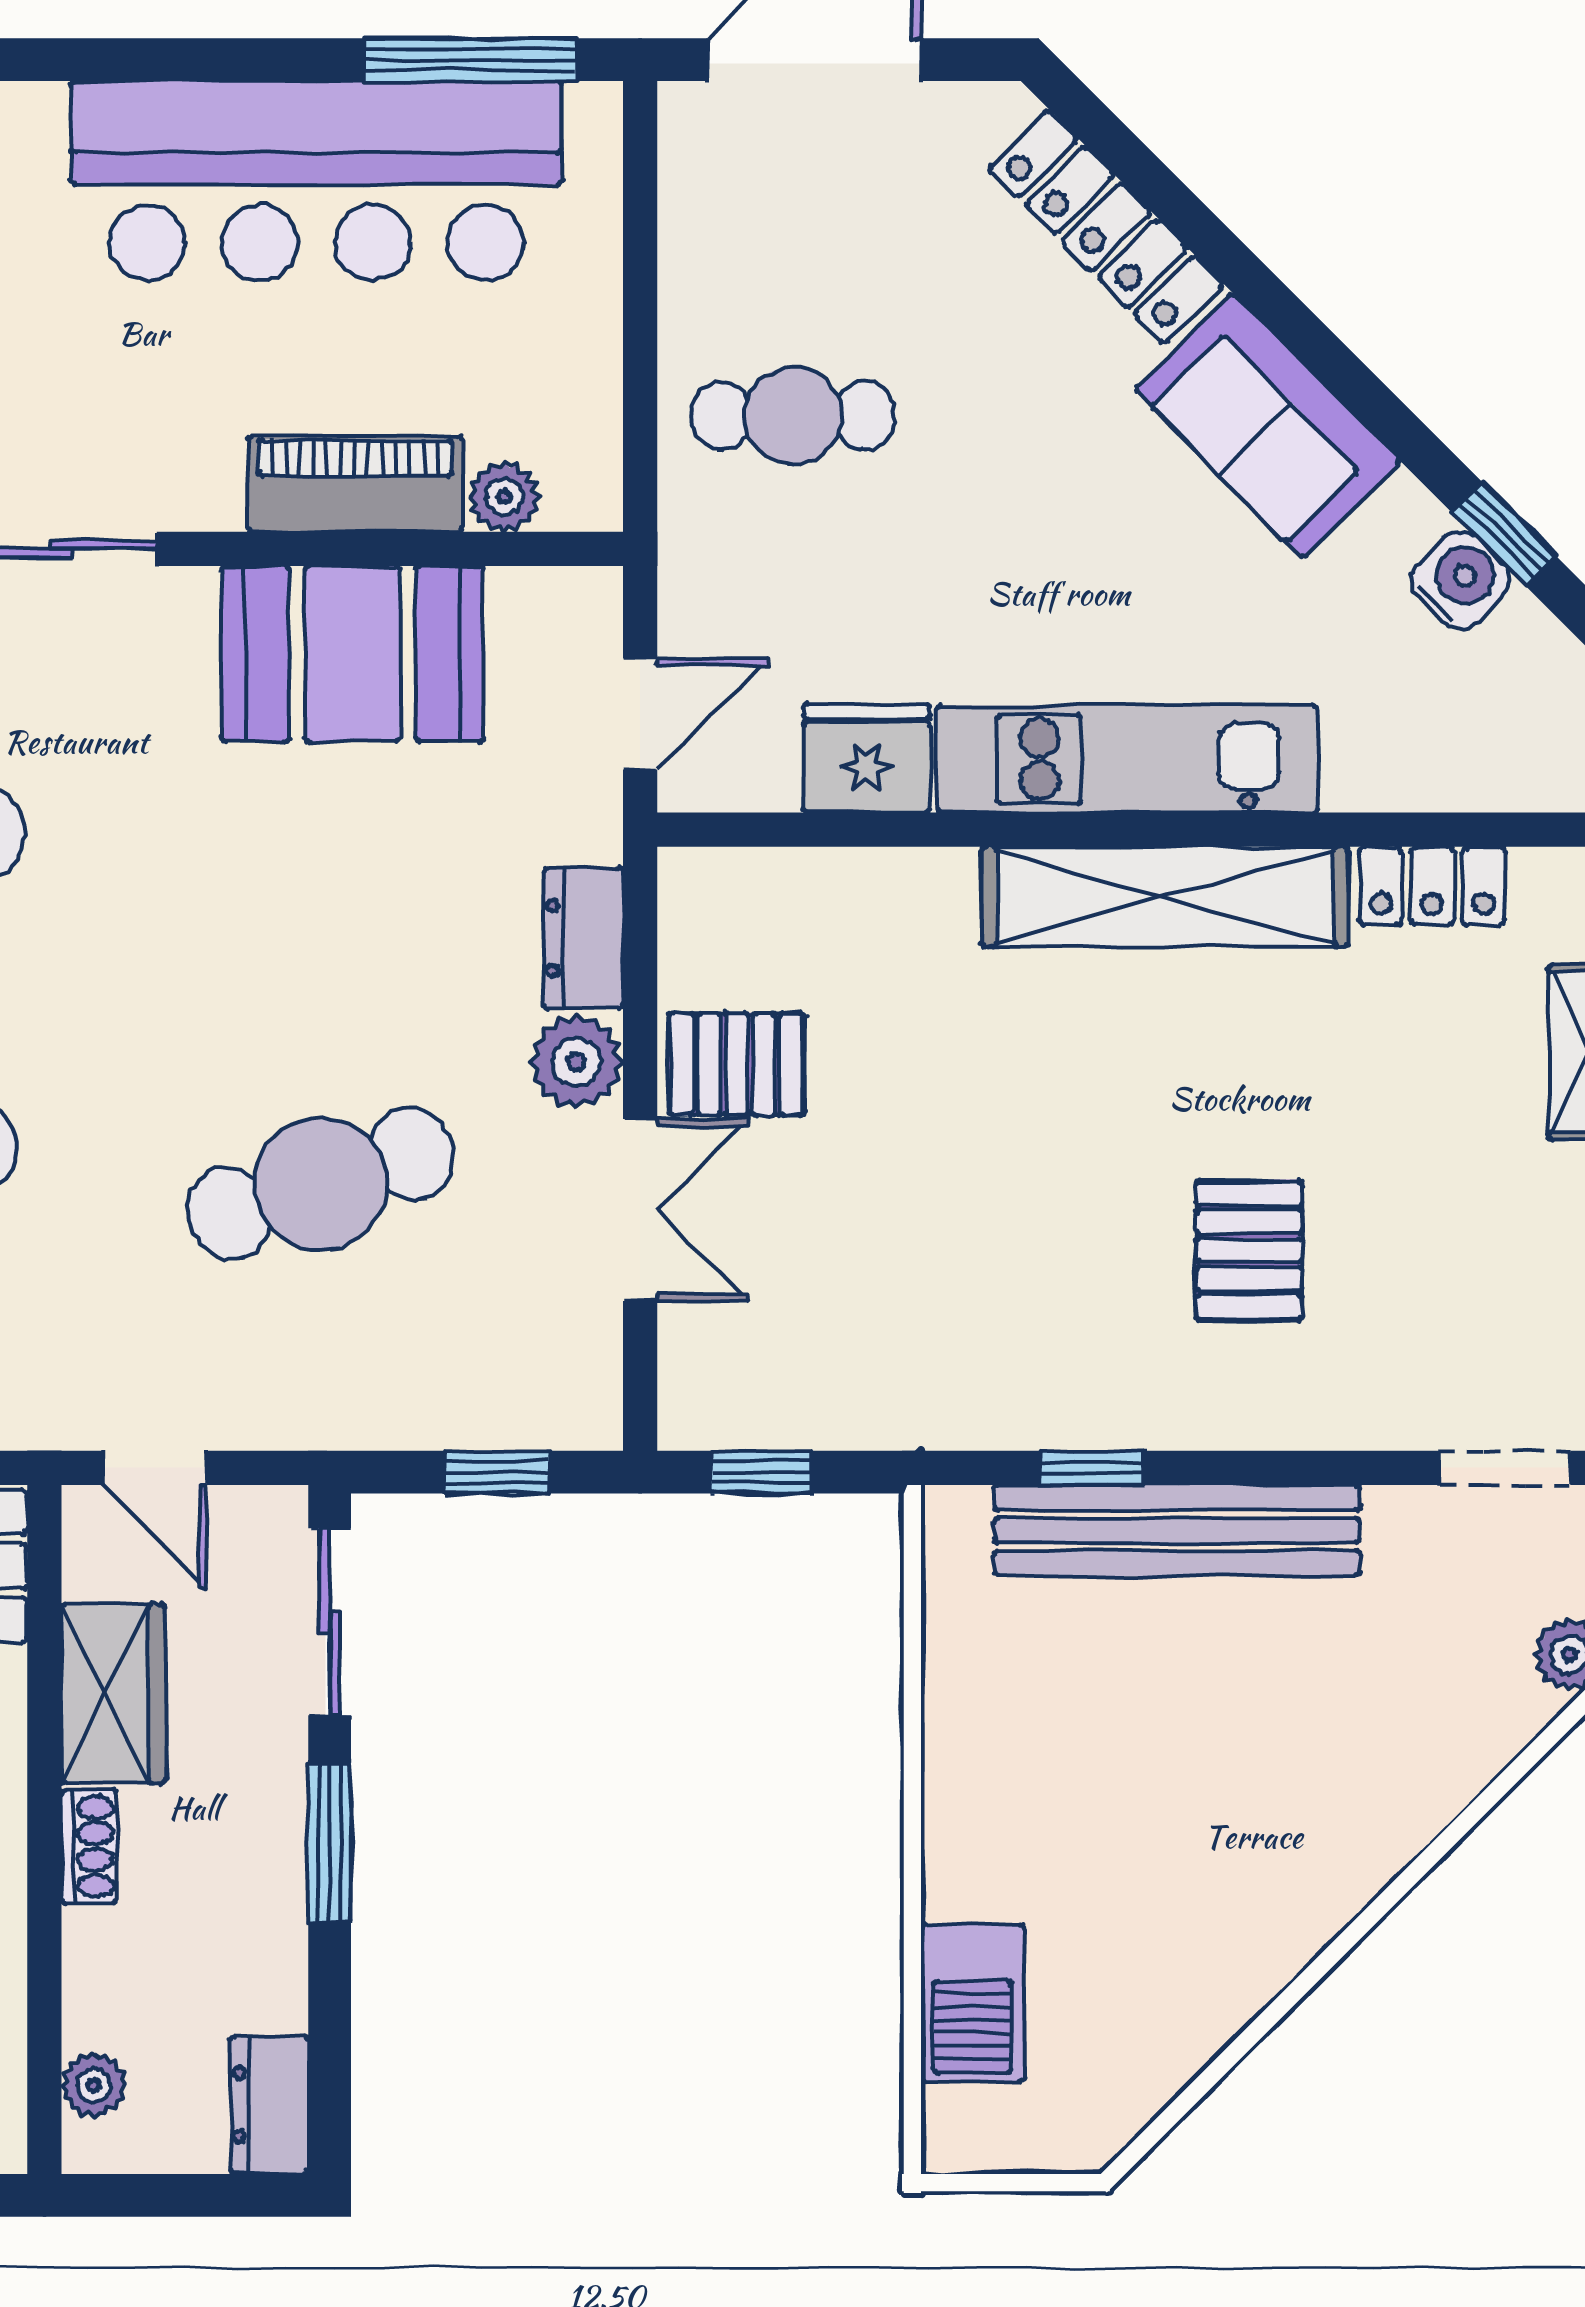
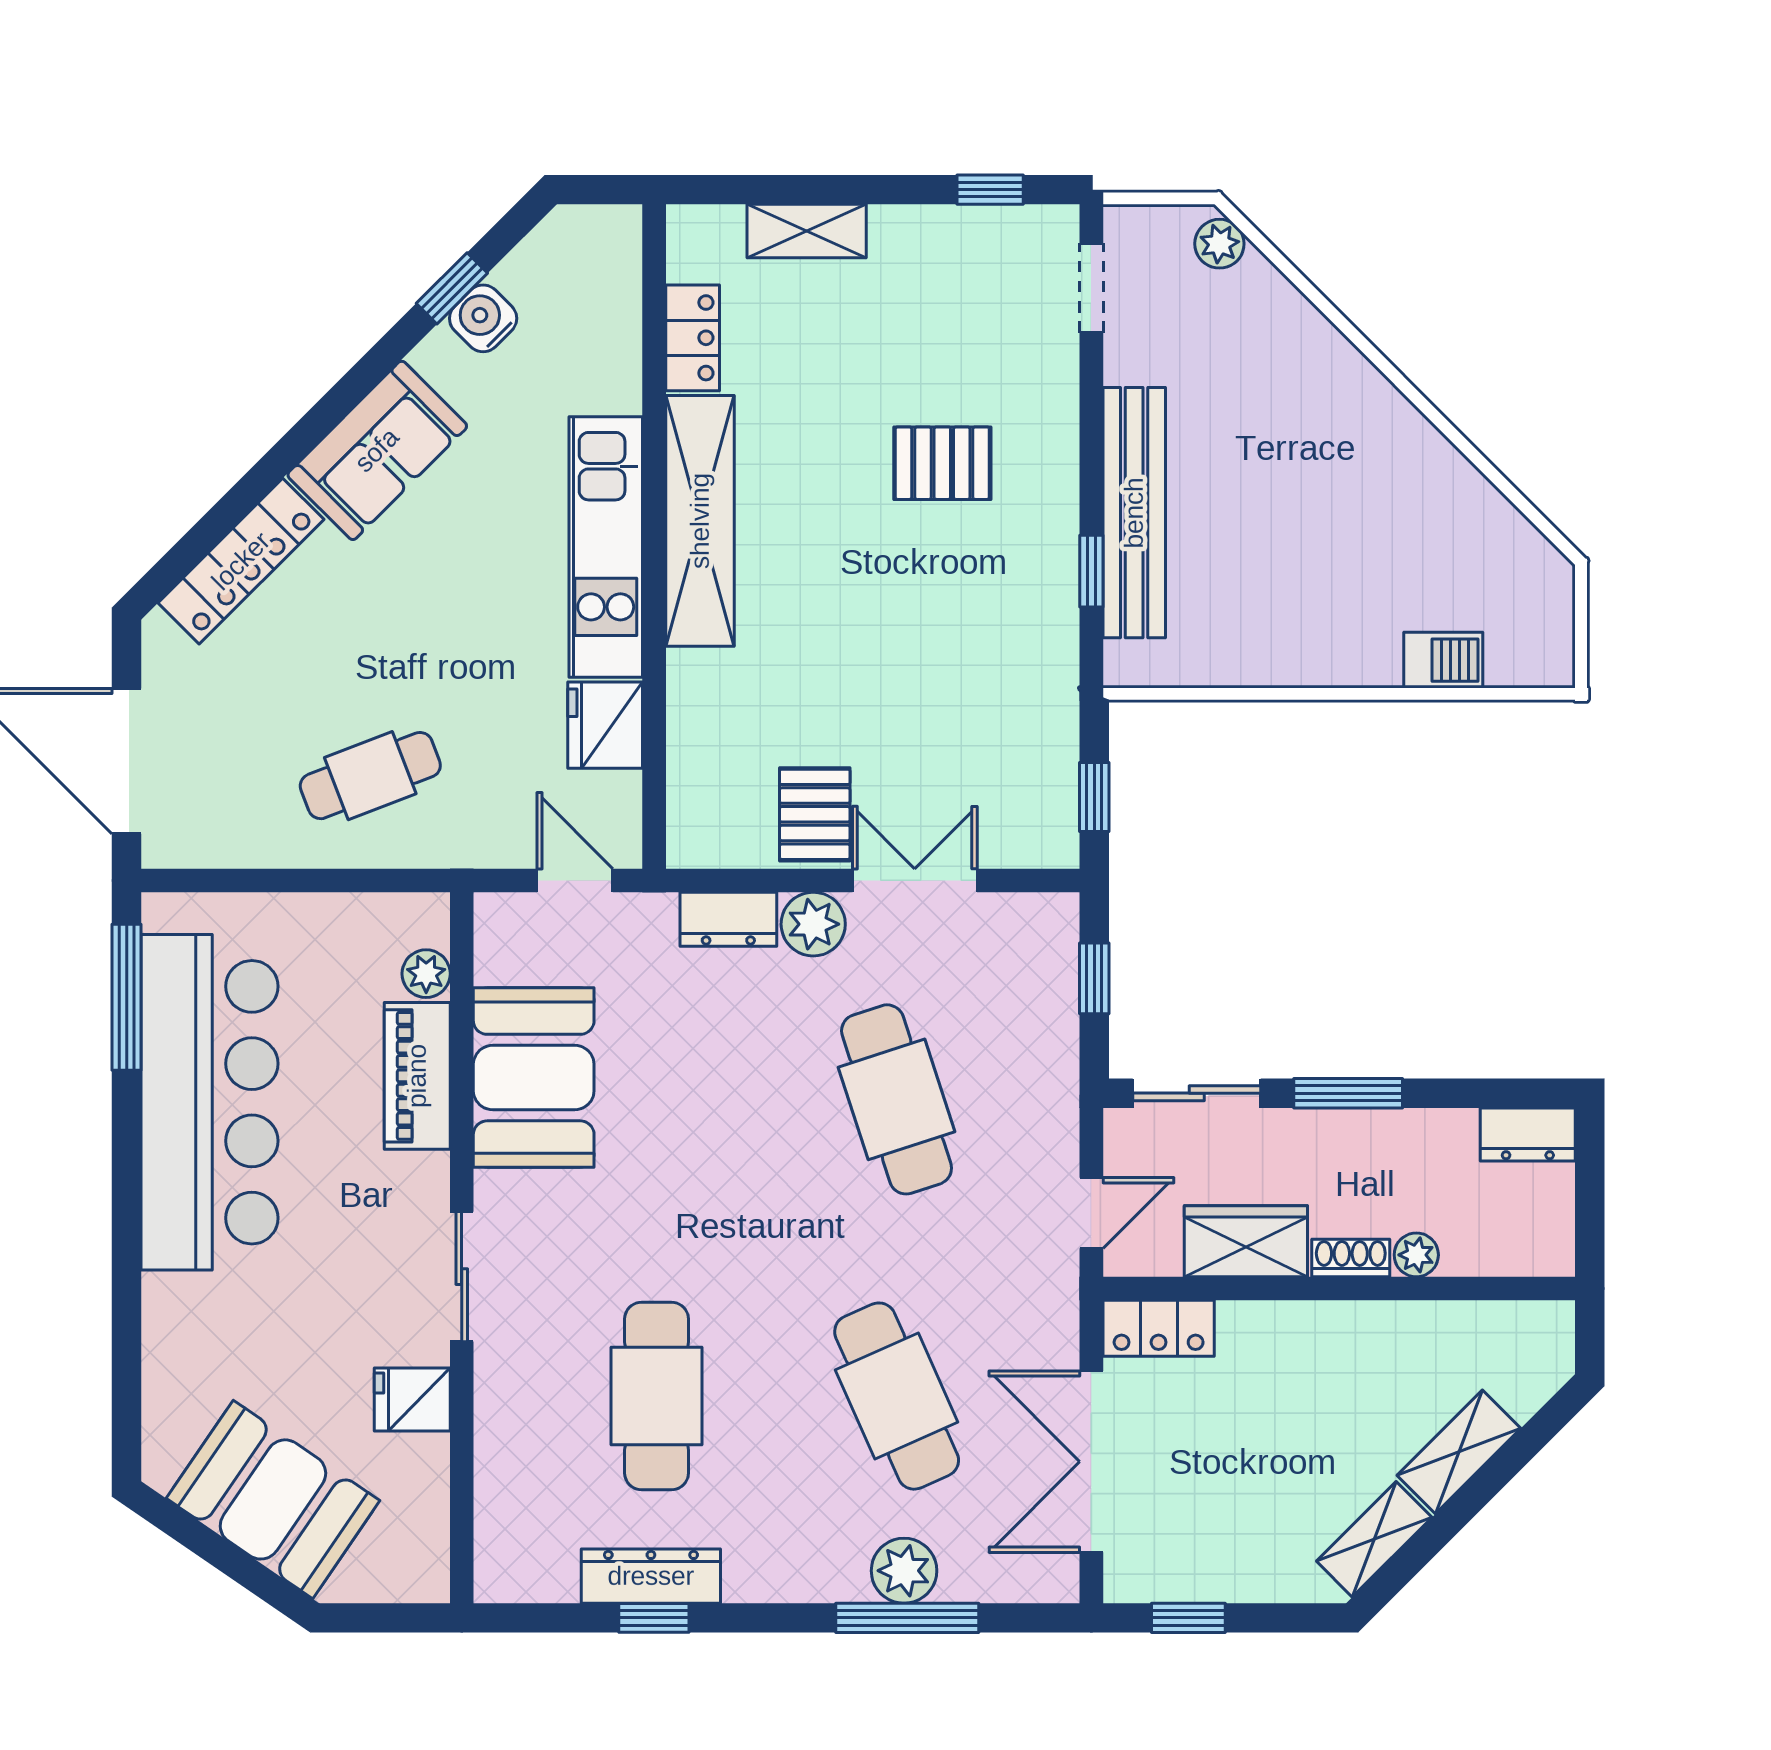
cafe table: (793, 415) -> (370, 776), turned 69
barbecue: (972, 2003) -> (1443, 660), width x0.73, depth x0.79
plant: (94, 2085) -> (1416, 1255), moved

